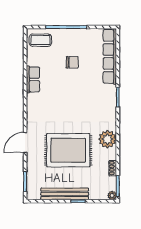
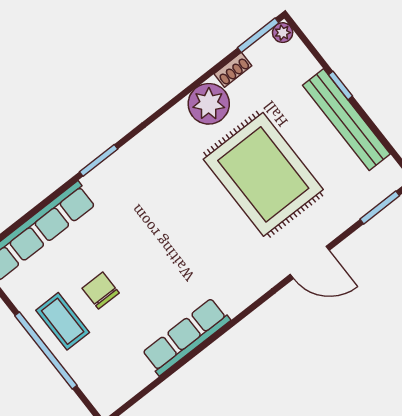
coffee table: (40, 40) -> (63, 321), moved
row of seats: (33, 79) -> (186, 337), width x1.48
plant: (107, 139) -> (209, 104), moved

